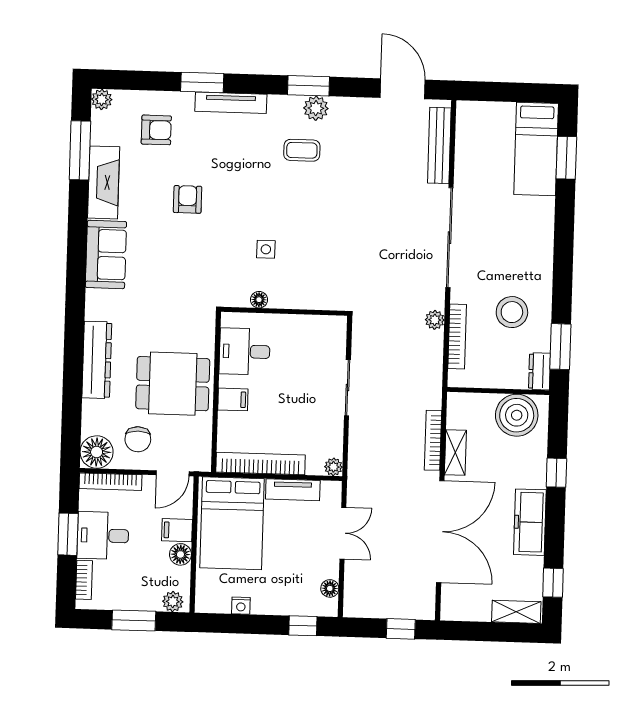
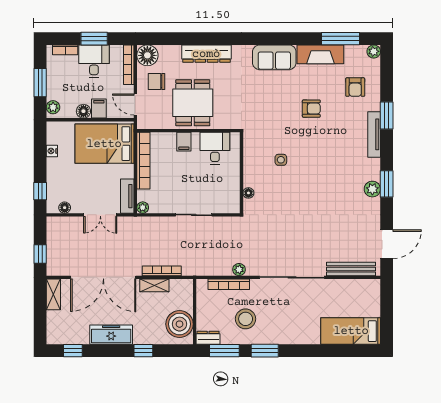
coffee table: (302, 150) -> (345, 181), removed
window: (566, 158) -> (265, 351), moved
floor lamp: (259, 300) -> (248, 193), moved
tv unit: (293, 490) -> (127, 196), moved
shelving: (516, 612) -> (53, 294), moved

